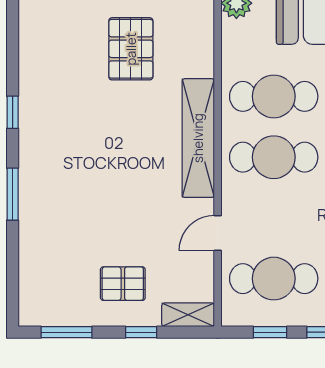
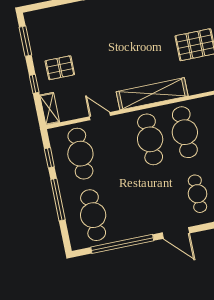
pallet: (123, 284) -> (60, 68), turned 90

